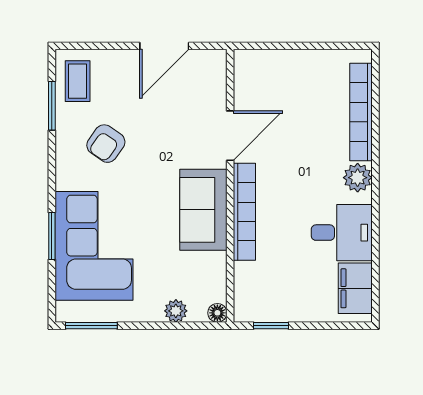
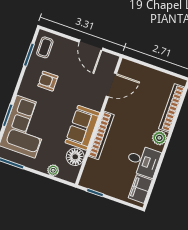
door: (164, 46) -> (91, 45), hinge flipped
door: (230, 136) -> (111, 85), moved
armchair: (106, 144) -> (48, 81), turned 55
floor lamp: (217, 313) -> (75, 157), moved, width x1.89, depth x1.89

